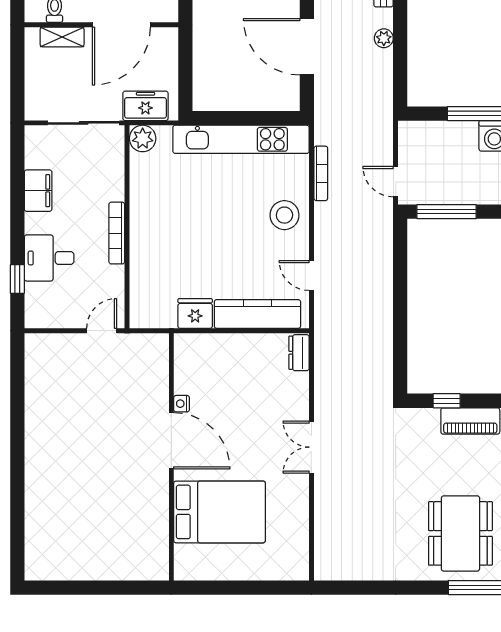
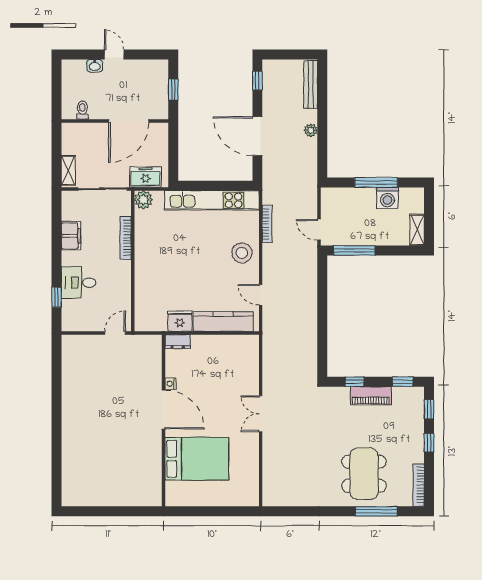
shelving: (62, 37) -> (68, 170), moved, turned 90
bookcase: (117, 233) -> (126, 238), moved
dresser: (299, 353) -> (178, 342), moved, turned -90

